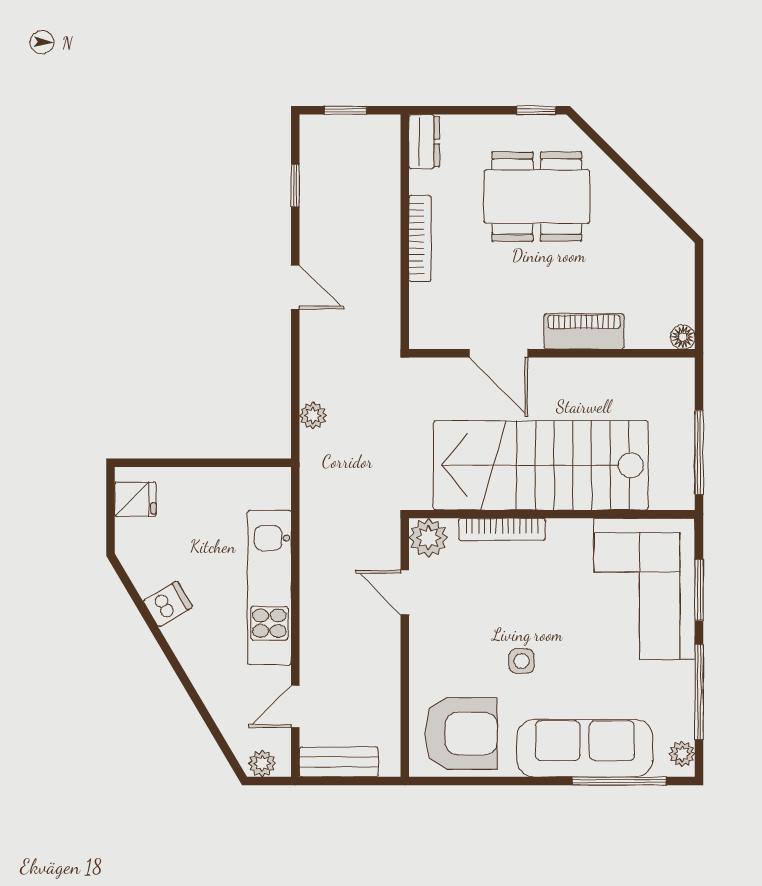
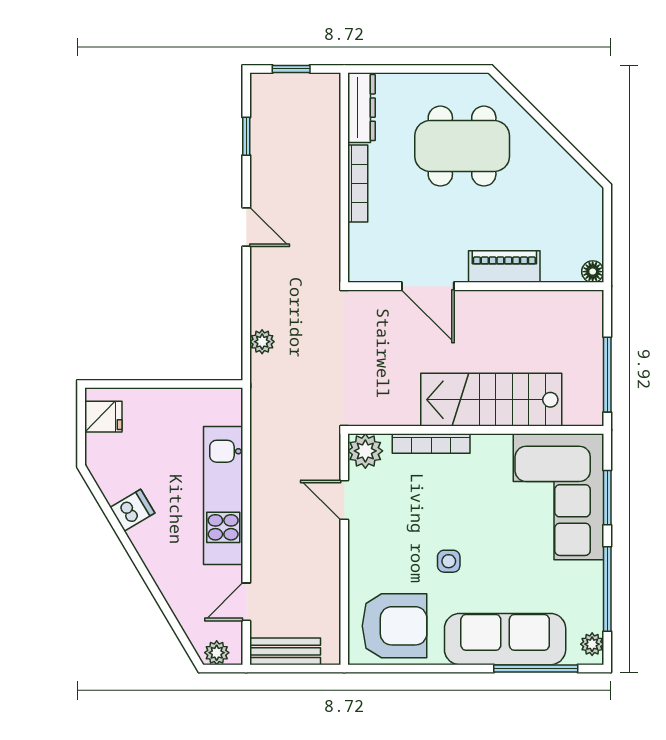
window: (536, 110) -> (462, 69), removed
dresser: (424, 142) -> (362, 108), width x1.44
stairs: (541, 465) -> (491, 400), width x0.73, depth x0.66

